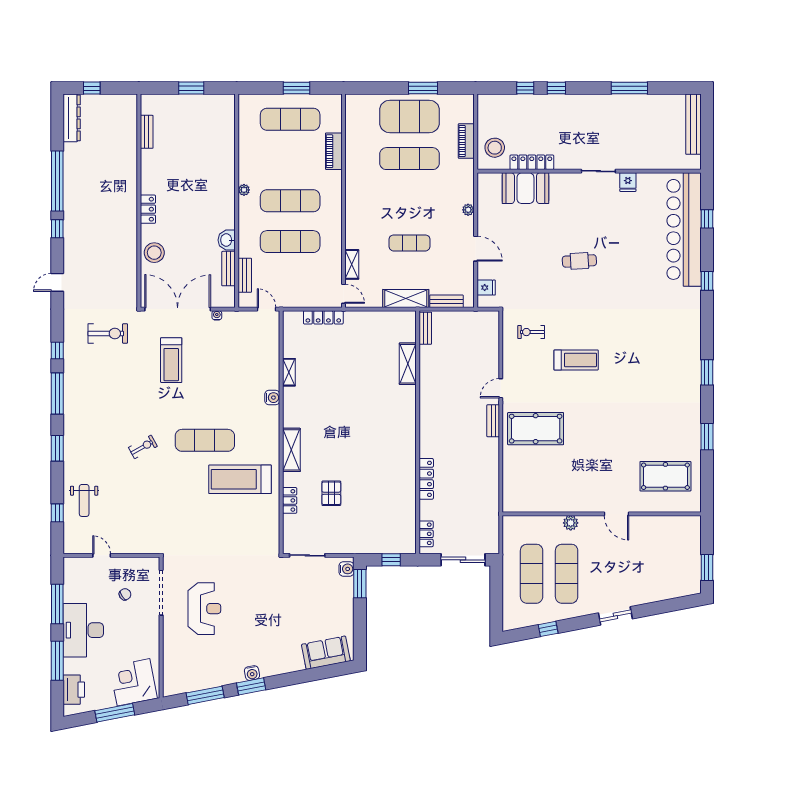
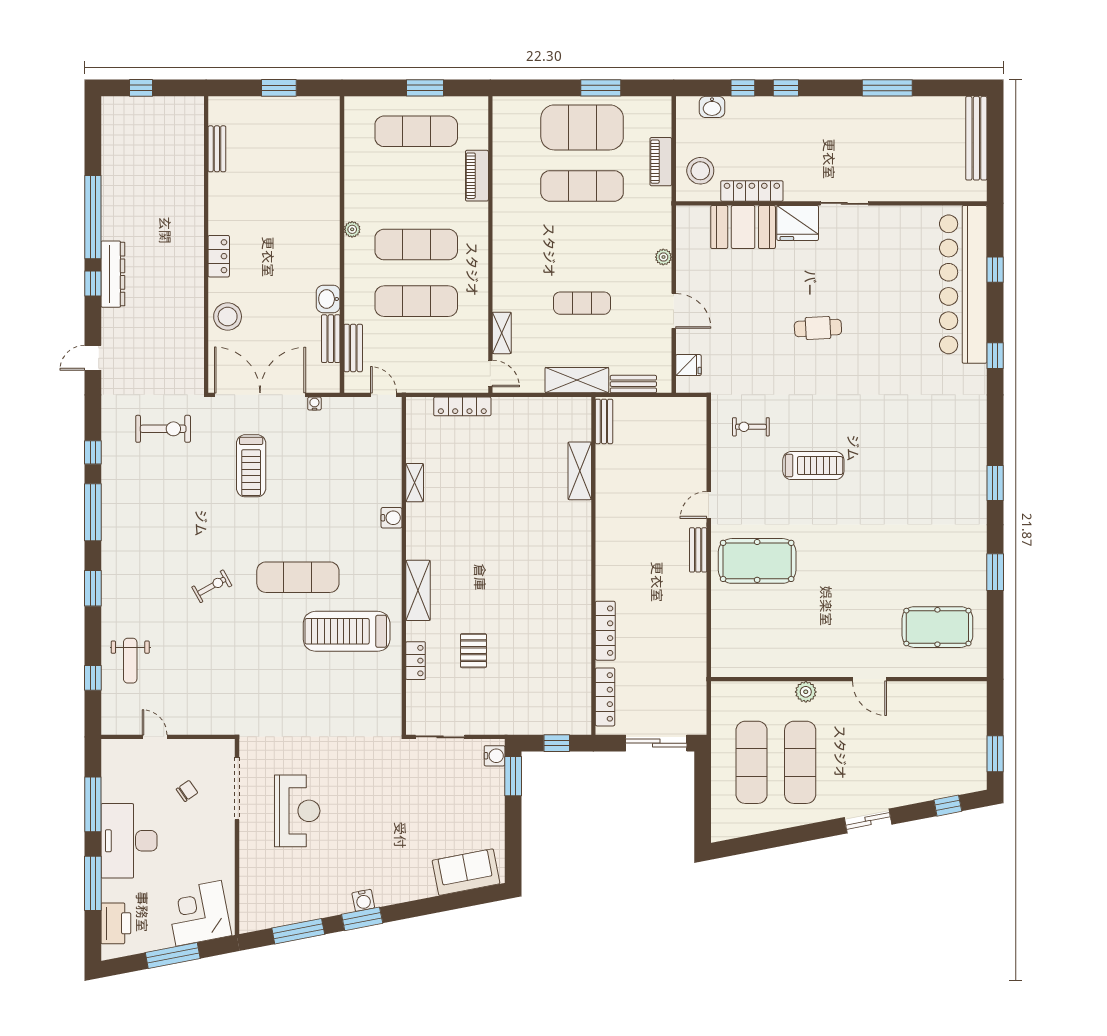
washbasin: (503, 102) -> (712, 107), added
dresser: (72, 118) -> (113, 274), moved
fridge: (628, 182) -> (798, 223), moved, width x1.88, depth x1.34
locker: (426, 534) -> (605, 697), width x1.53
window: (548, 629) -> (948, 806), moved

